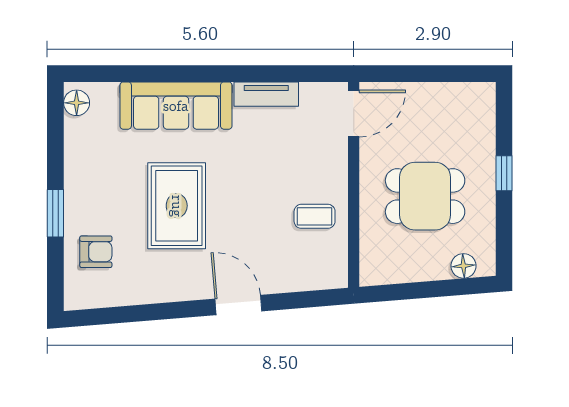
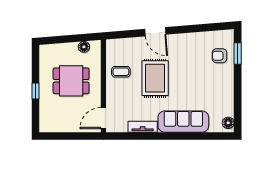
rug: (177, 206) -> (155, 78), moved
window: (55, 213) -> (238, 53), moved
floor lamp: (463, 266) -> (84, 47), moved

